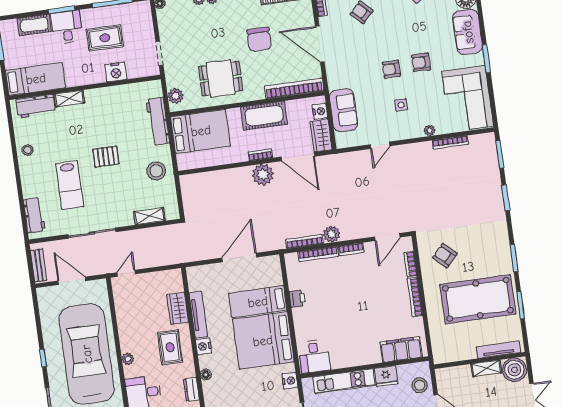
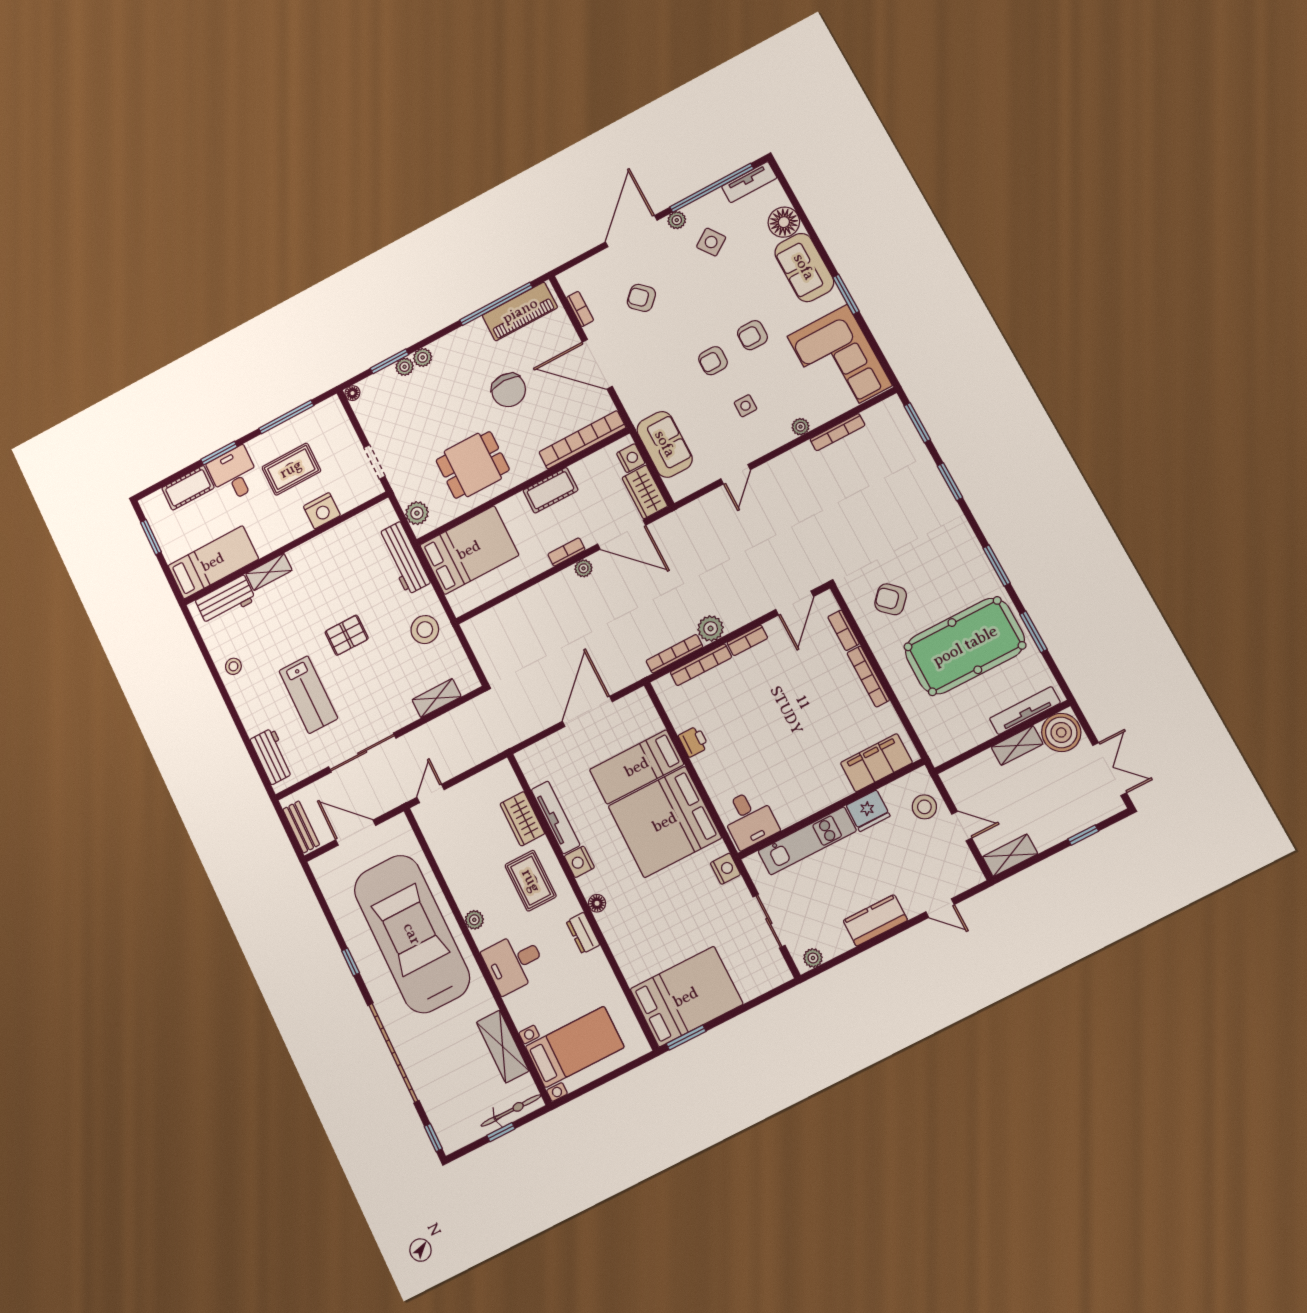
cot: (264, 116) -> (551, 490), width x0.73, depth x0.75
plant: (263, 175) -> (583, 568), width x0.53, depth x0.53

